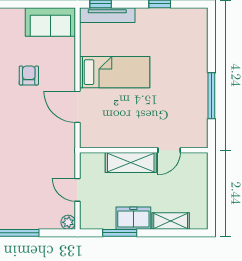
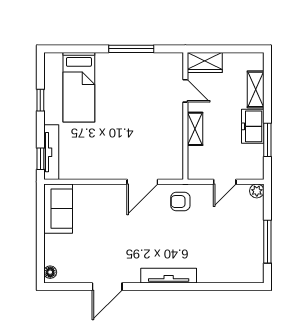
bed: (115, 72) -> (79, 87), moved, turned 180
armchair: (29, 75) -> (180, 202), moved
shelving: (131, 163) -> (195, 129), width x0.67, depth x0.75
wardrobe: (198, 170) -> (205, 63), added

